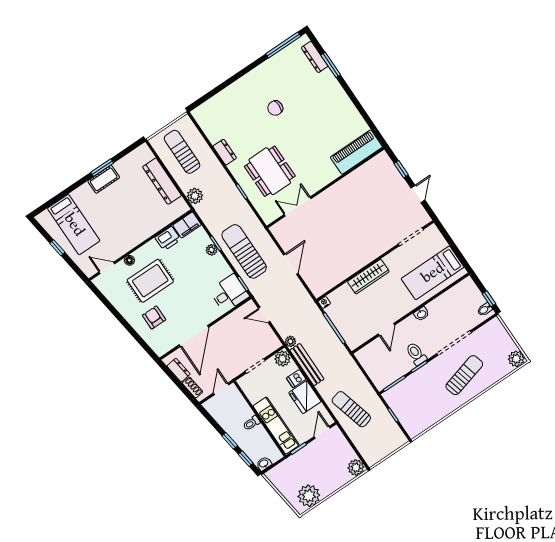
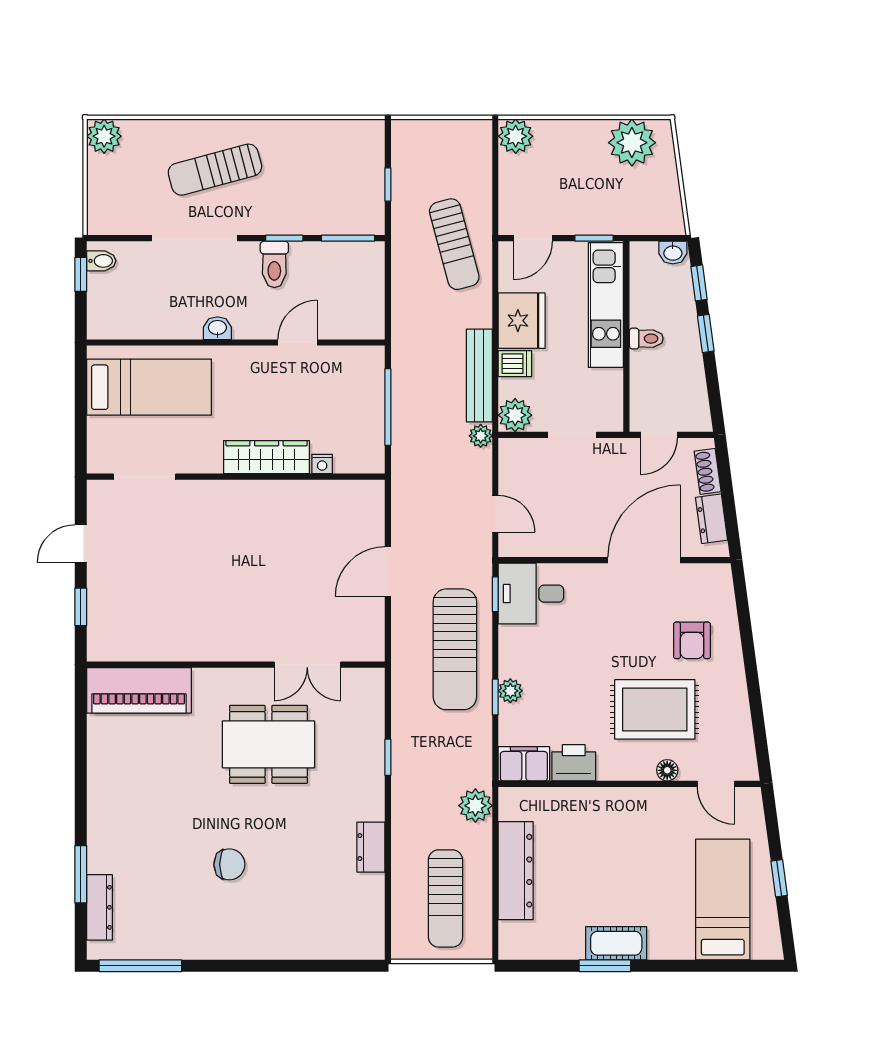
dining table: (270, 171) -> (268, 744), moved, turned 90
nightstand: (324, 302) -> (322, 464), moved

